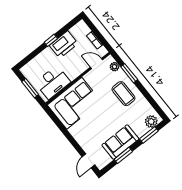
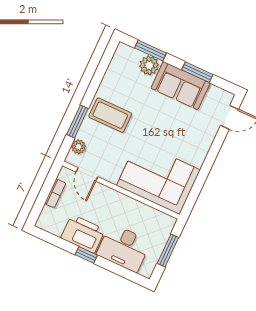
desk: (53, 82) -> (124, 248), moved, turned 180
coffee table: (124, 94) -> (110, 115), turned 90
plant: (151, 122) -> (149, 65), moved

